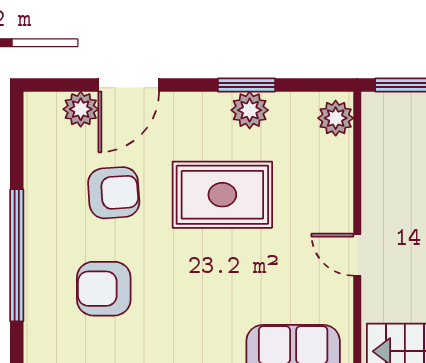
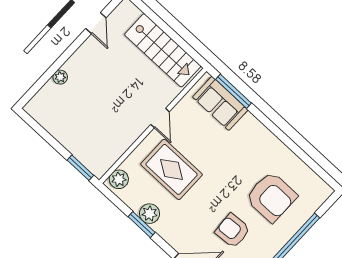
rug: (222, 195) -> (171, 169), moved
armchair: (104, 289) -> (271, 197), width x1.36, depth x1.36

